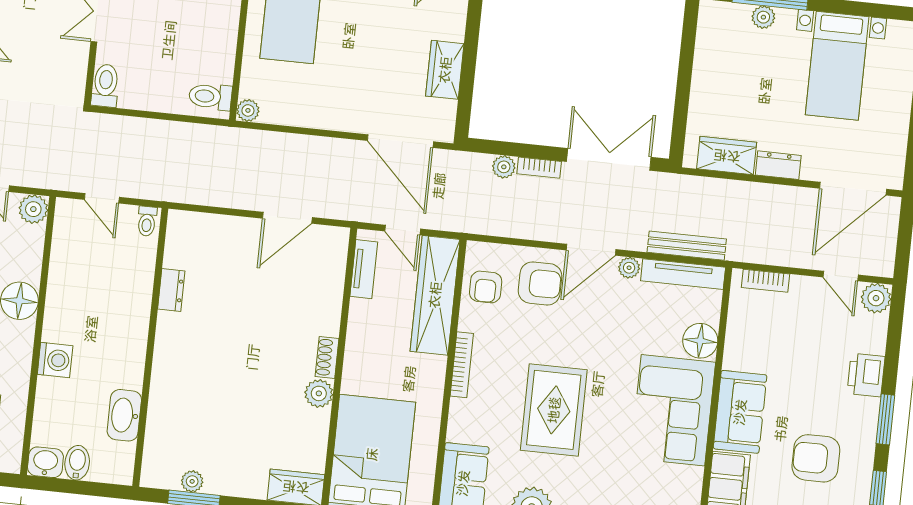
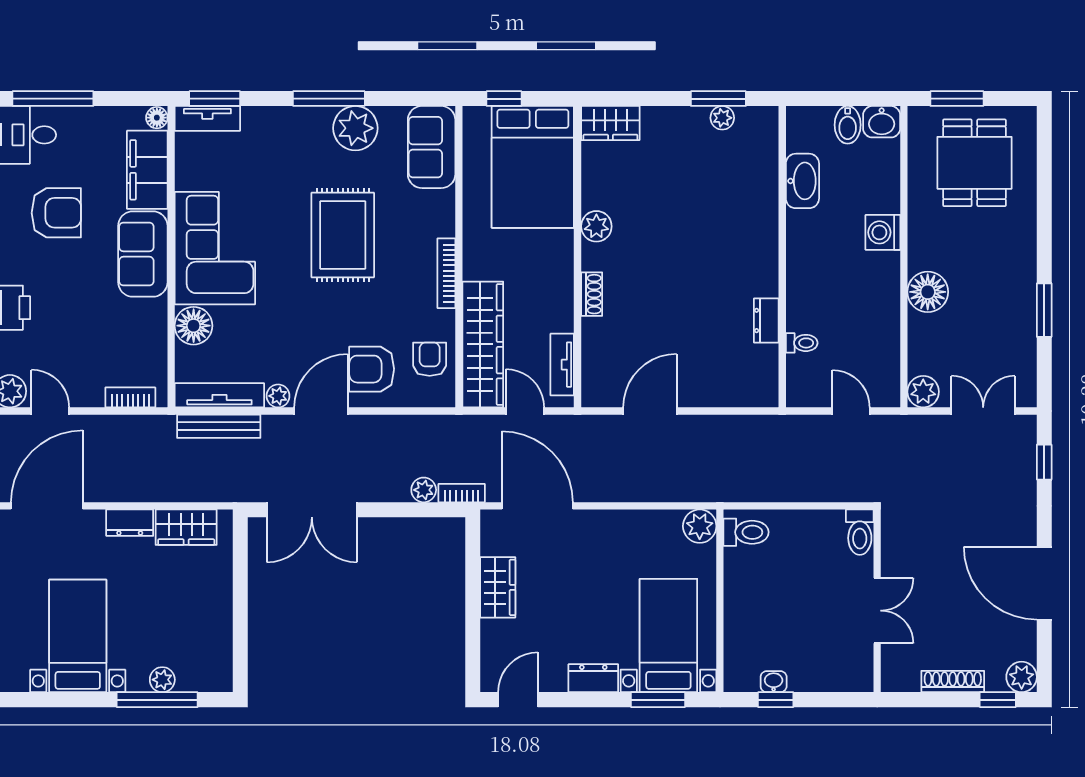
plant: (248, 110) -> (700, 526), width x1.38, depth x1.38
bookcase: (539, 168) -> (462, 493), moved
toilet: (147, 221) -> (802, 343), moved, turned 90
shoe rack: (327, 357) -> (592, 294), moved

